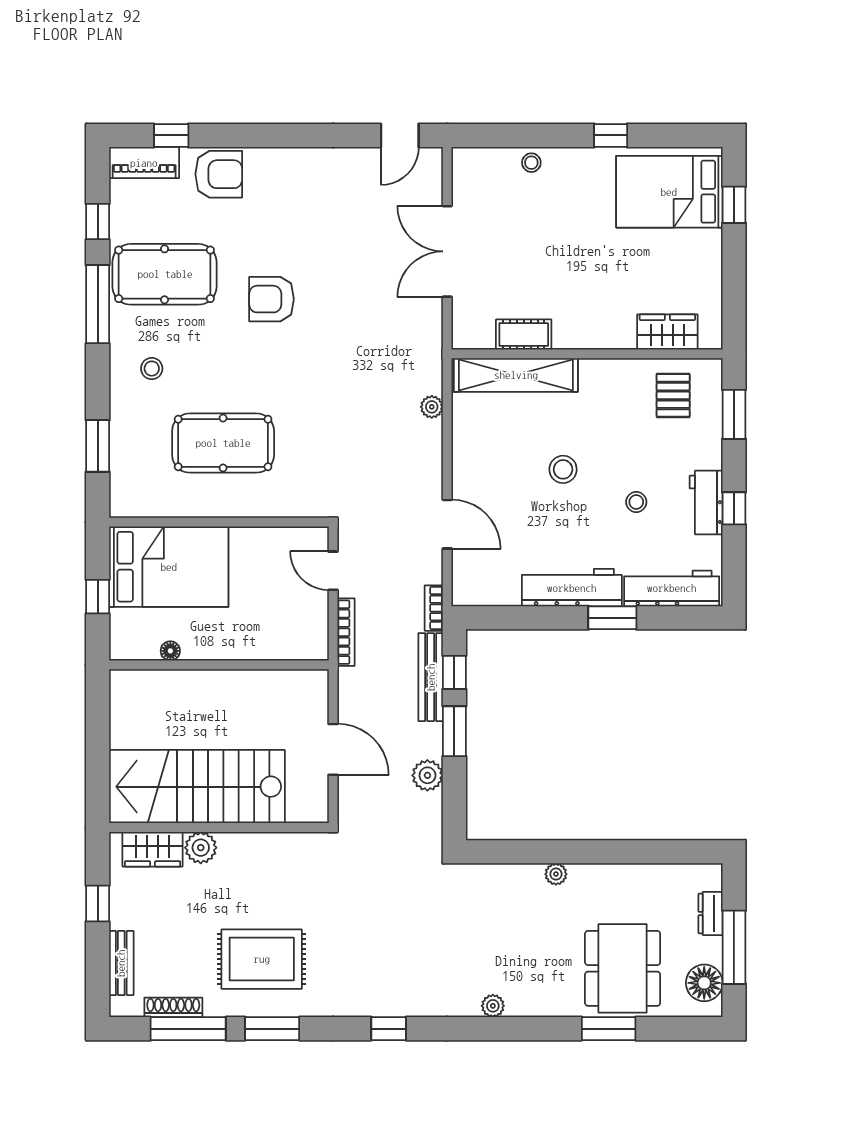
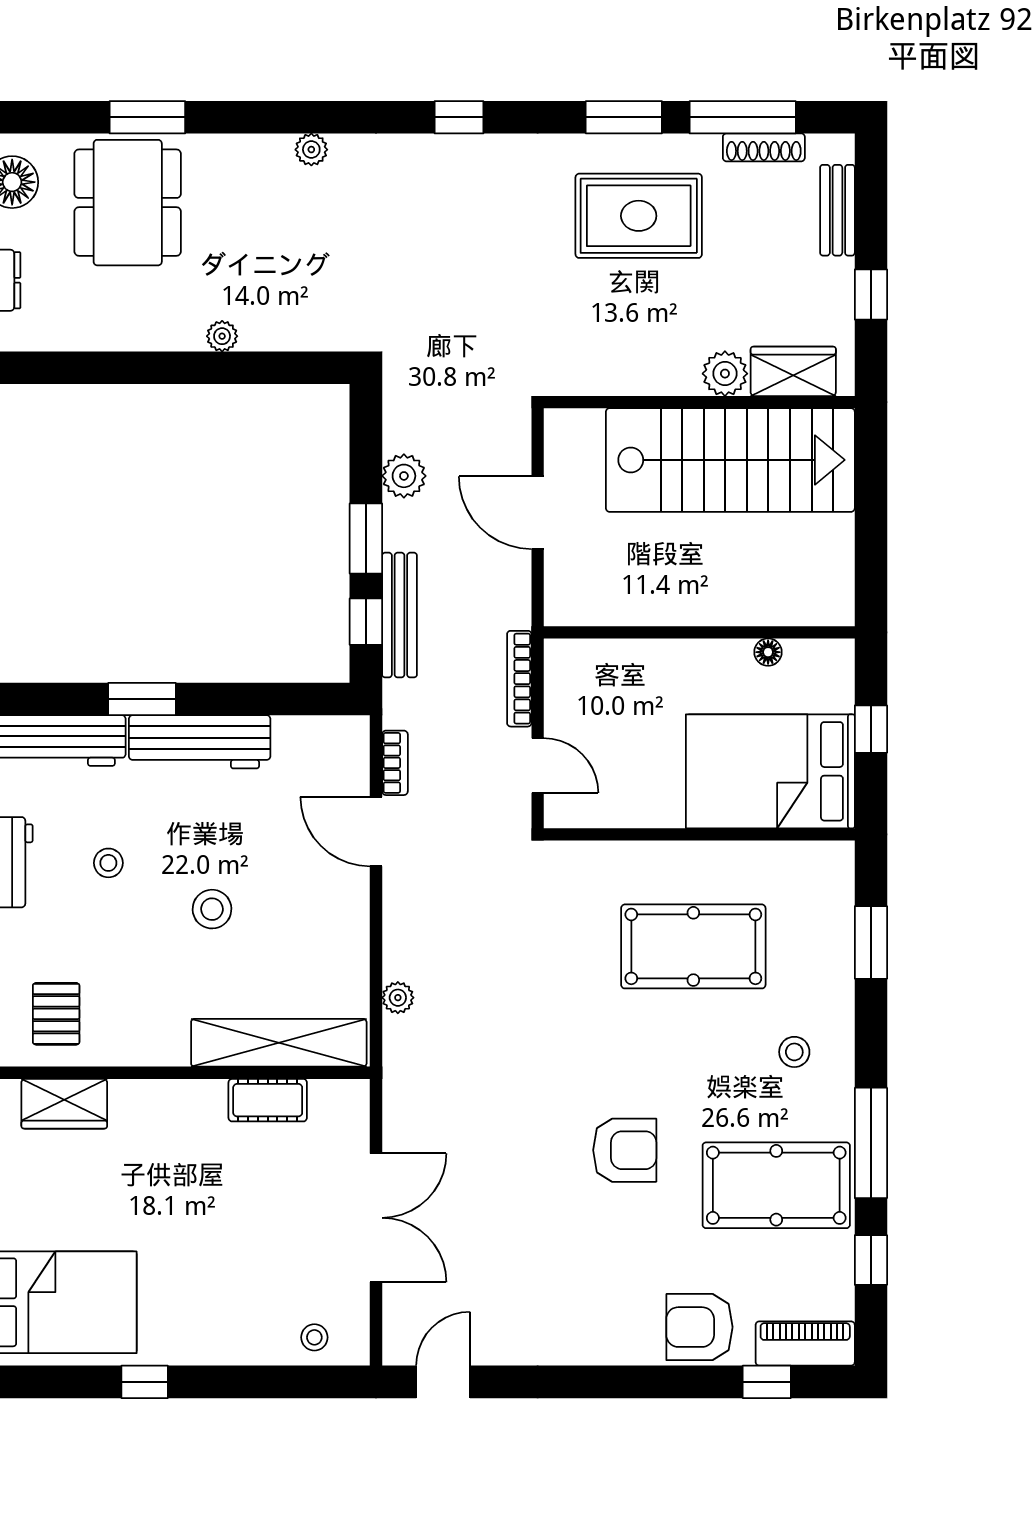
stool: (531, 163) -> (314, 1337), moved
bookcase: (434, 608) -> (395, 763), moved

